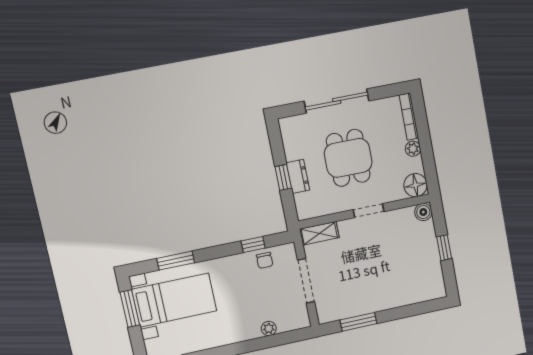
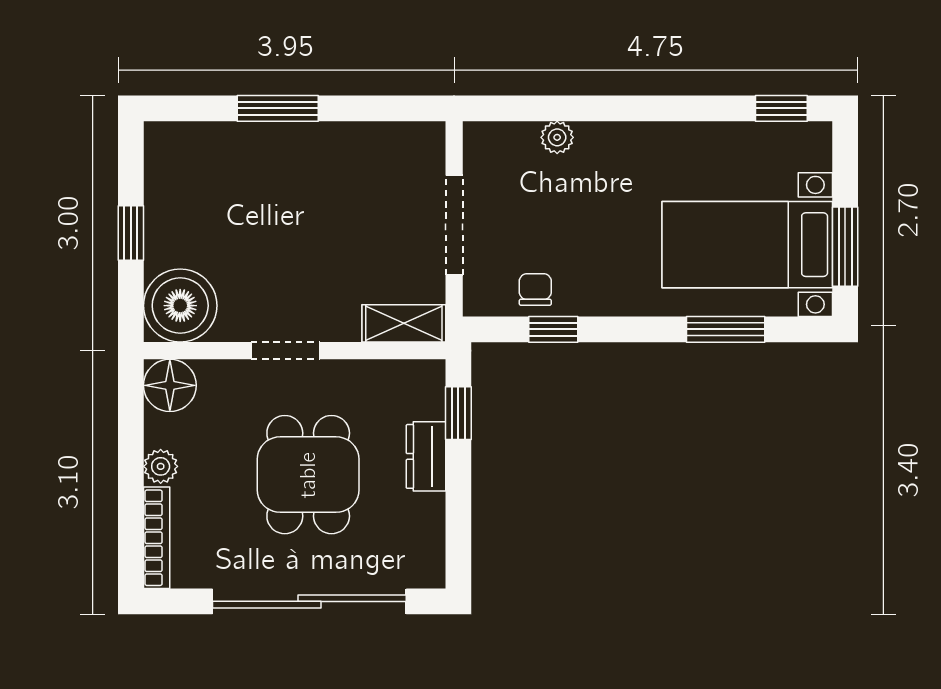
sliding door: (337, 101) -> (309, 601), width x1.36
window: (283, 177) -> (458, 413), moved
boiler: (423, 212) -> (180, 306), width x1.86, depth x1.86
window: (358, 322) -> (278, 108), moved

